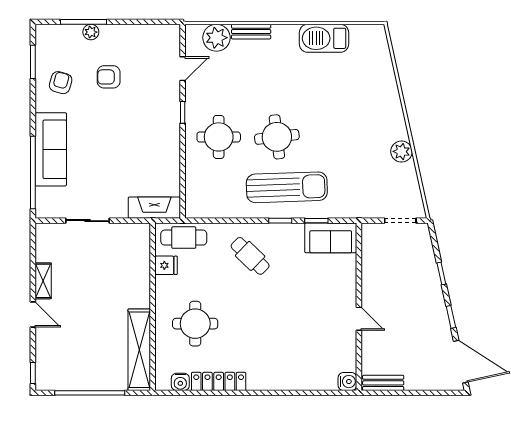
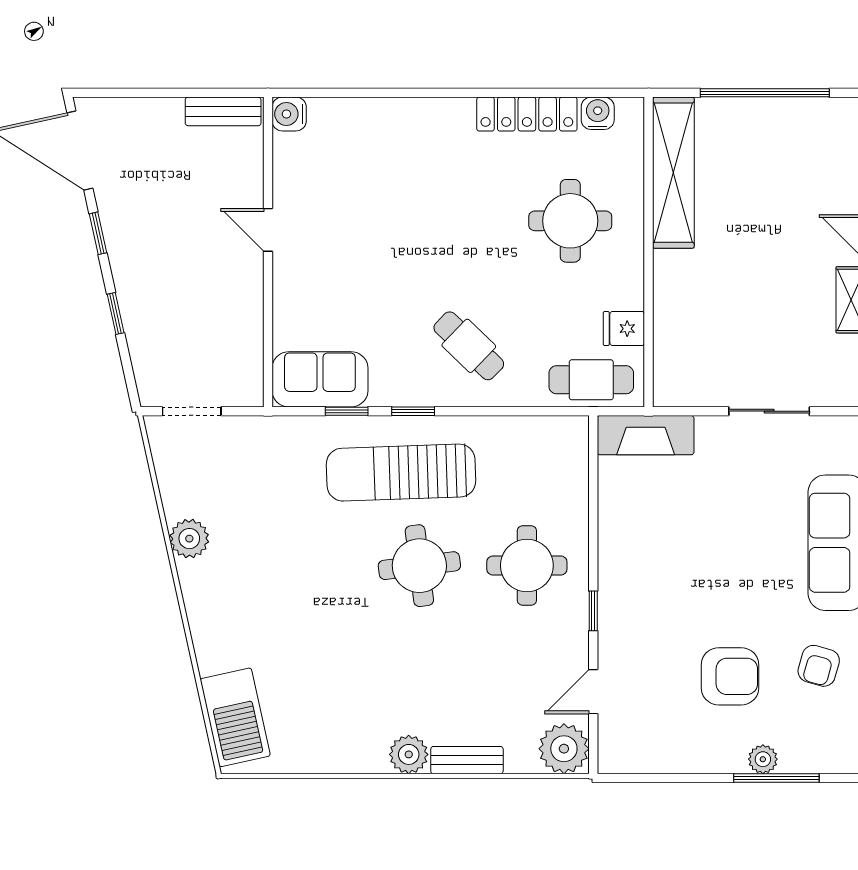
plant: (283, 35) -> (409, 754), added
plant: (216, 38) -> (564, 749), moved
barbecue: (324, 38) -> (235, 717), moved, turned 78
armchair: (109, 77) -> (730, 676), width x1.38, depth x1.38

